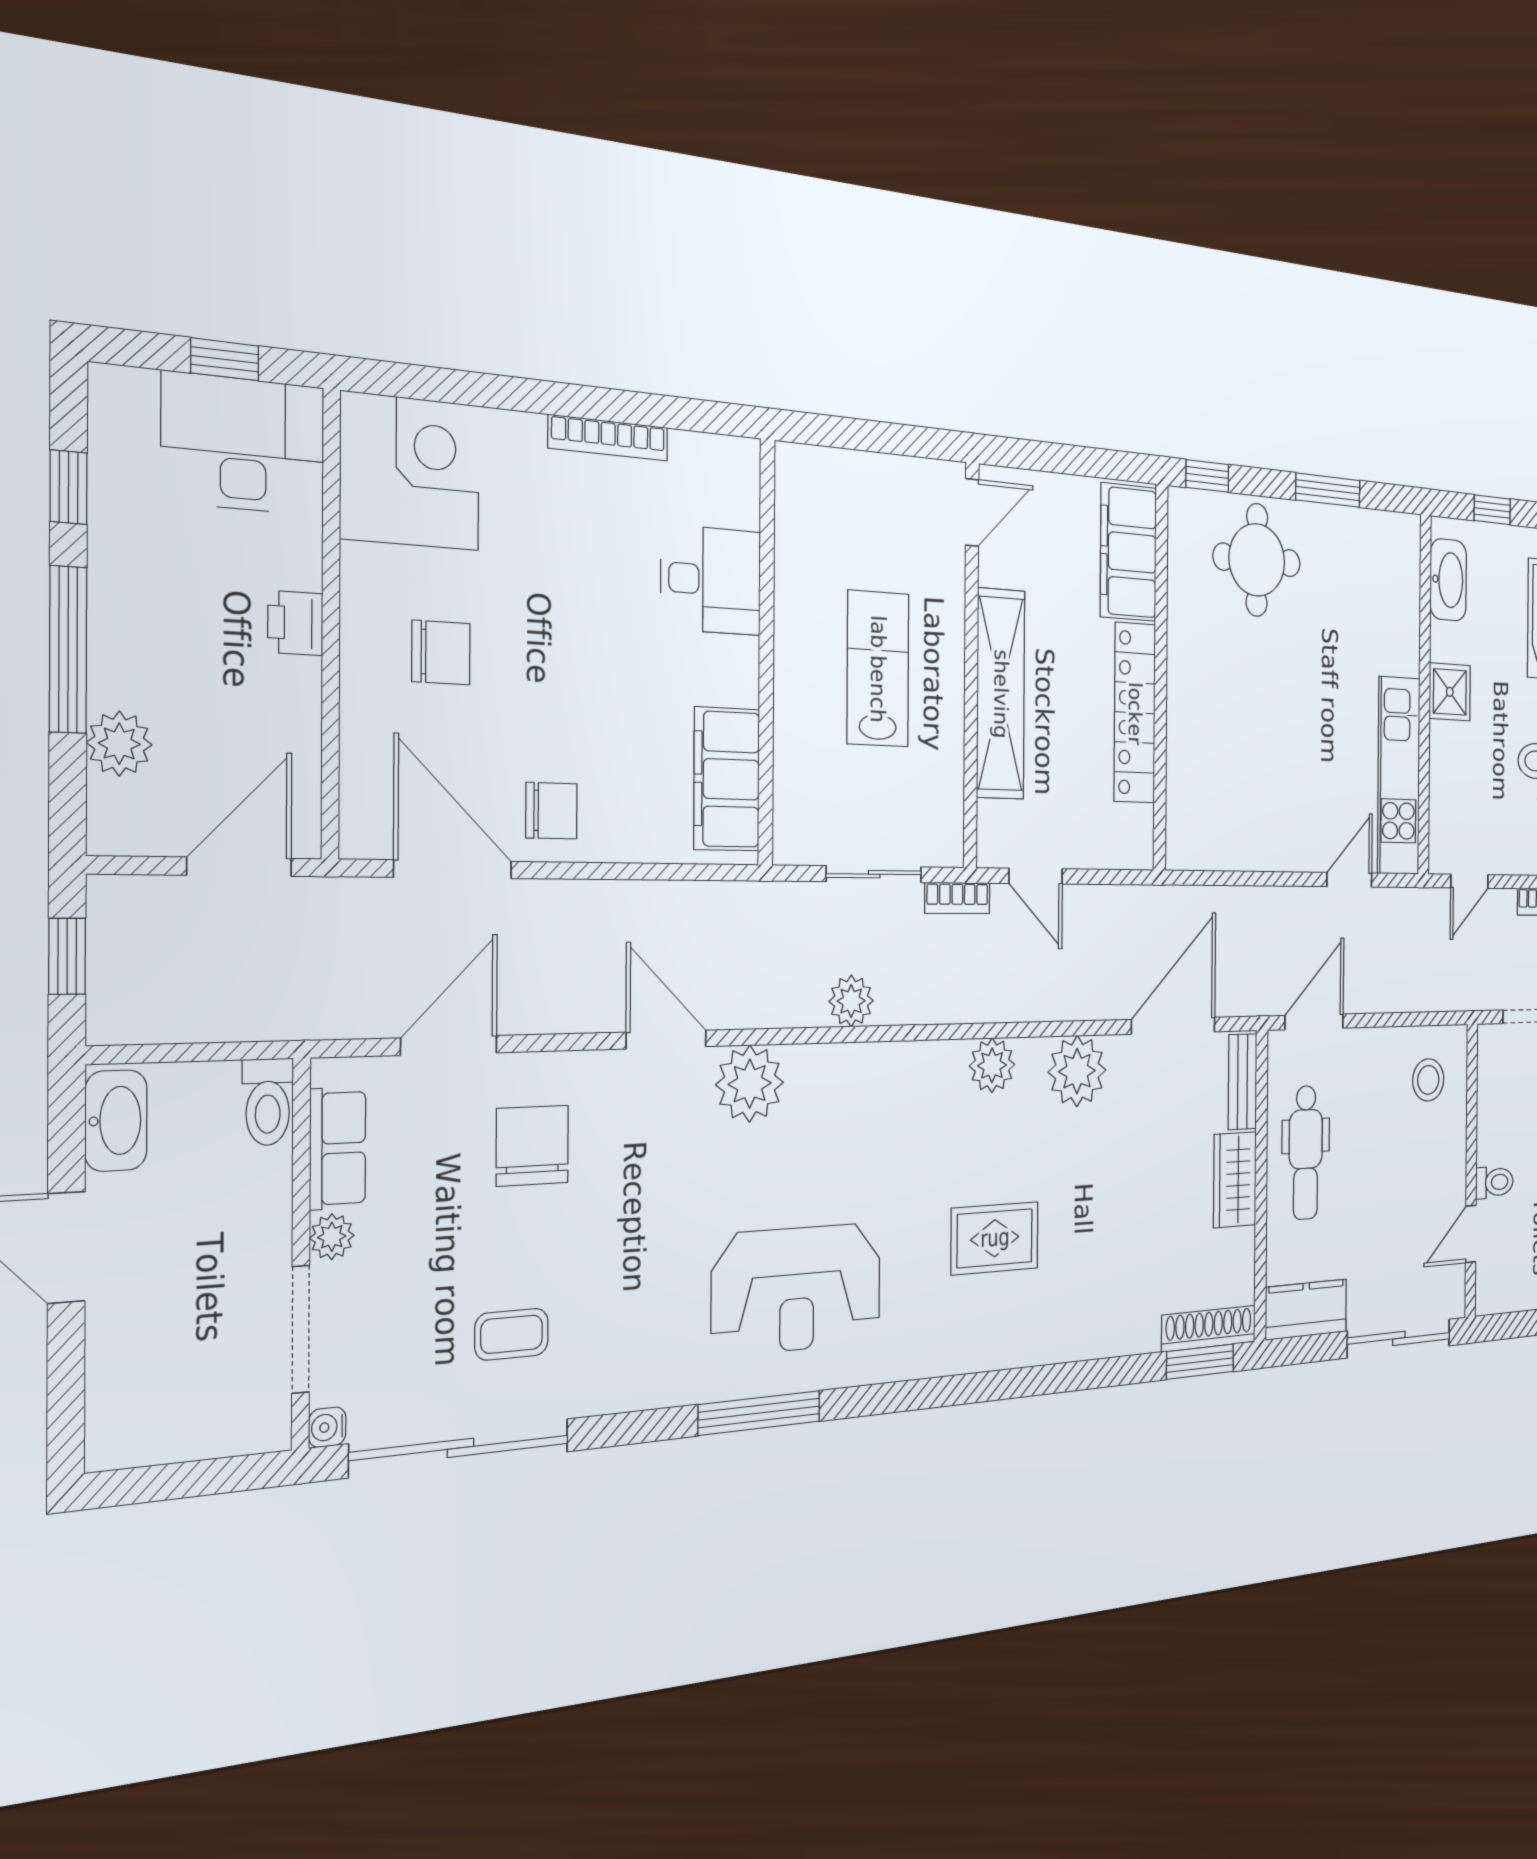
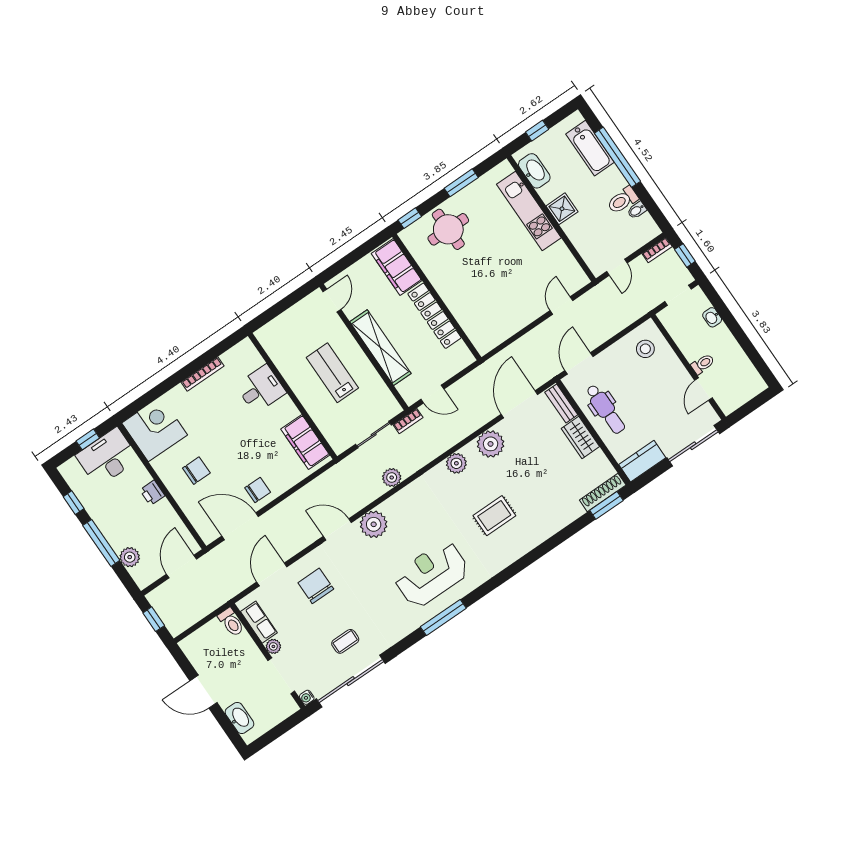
kitchen unit: (1399, 776) -> (529, 211), moved
washbasin: (116, 1121) -> (239, 718), moved
reception desk: (797, 1289) -> (431, 574), turned 180

